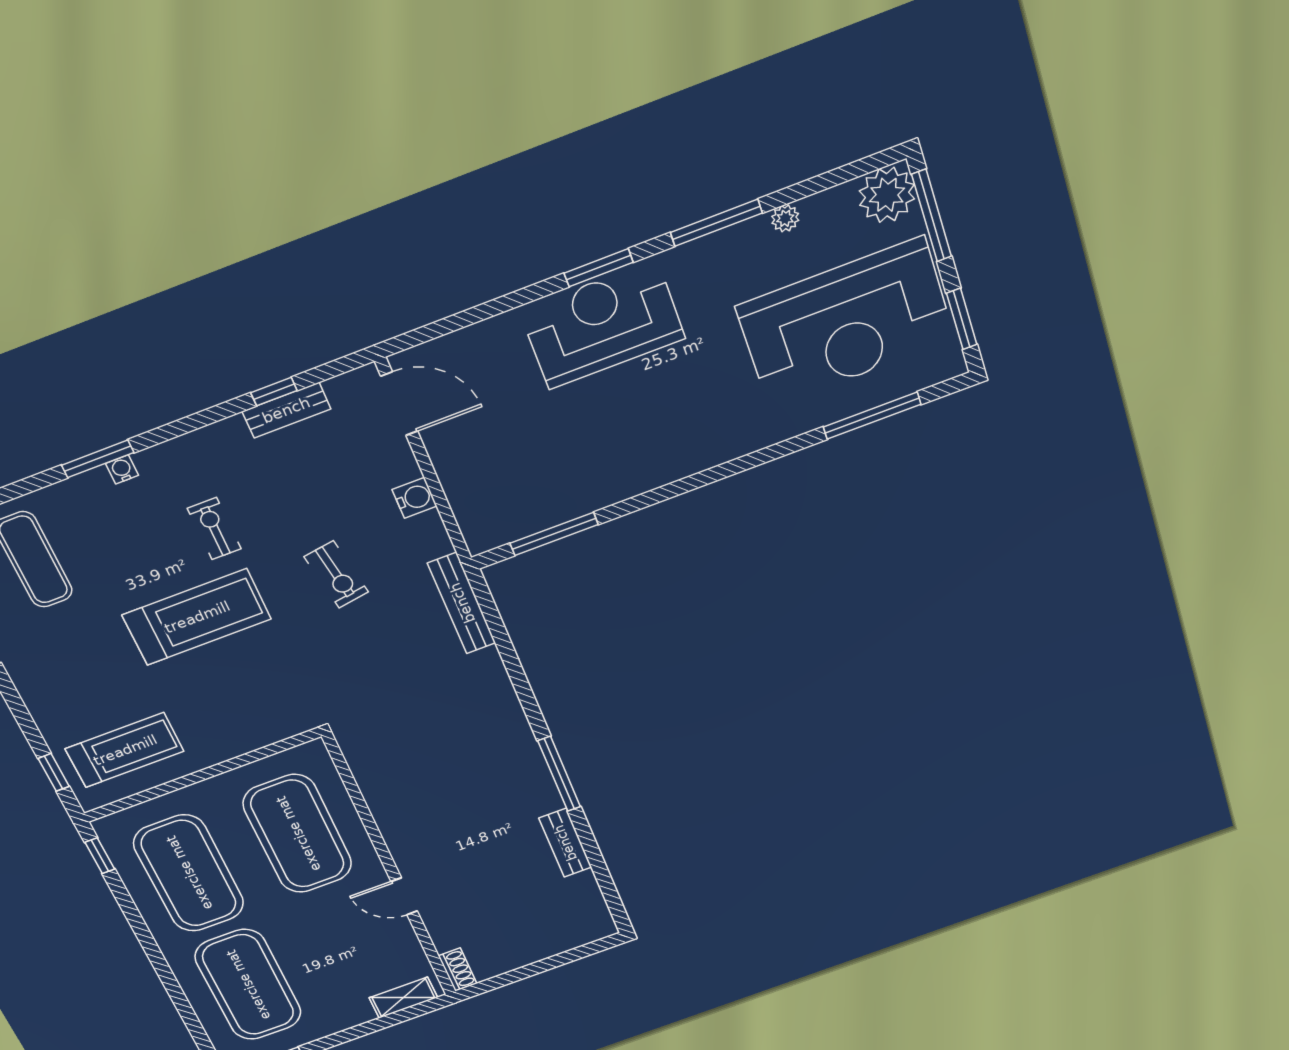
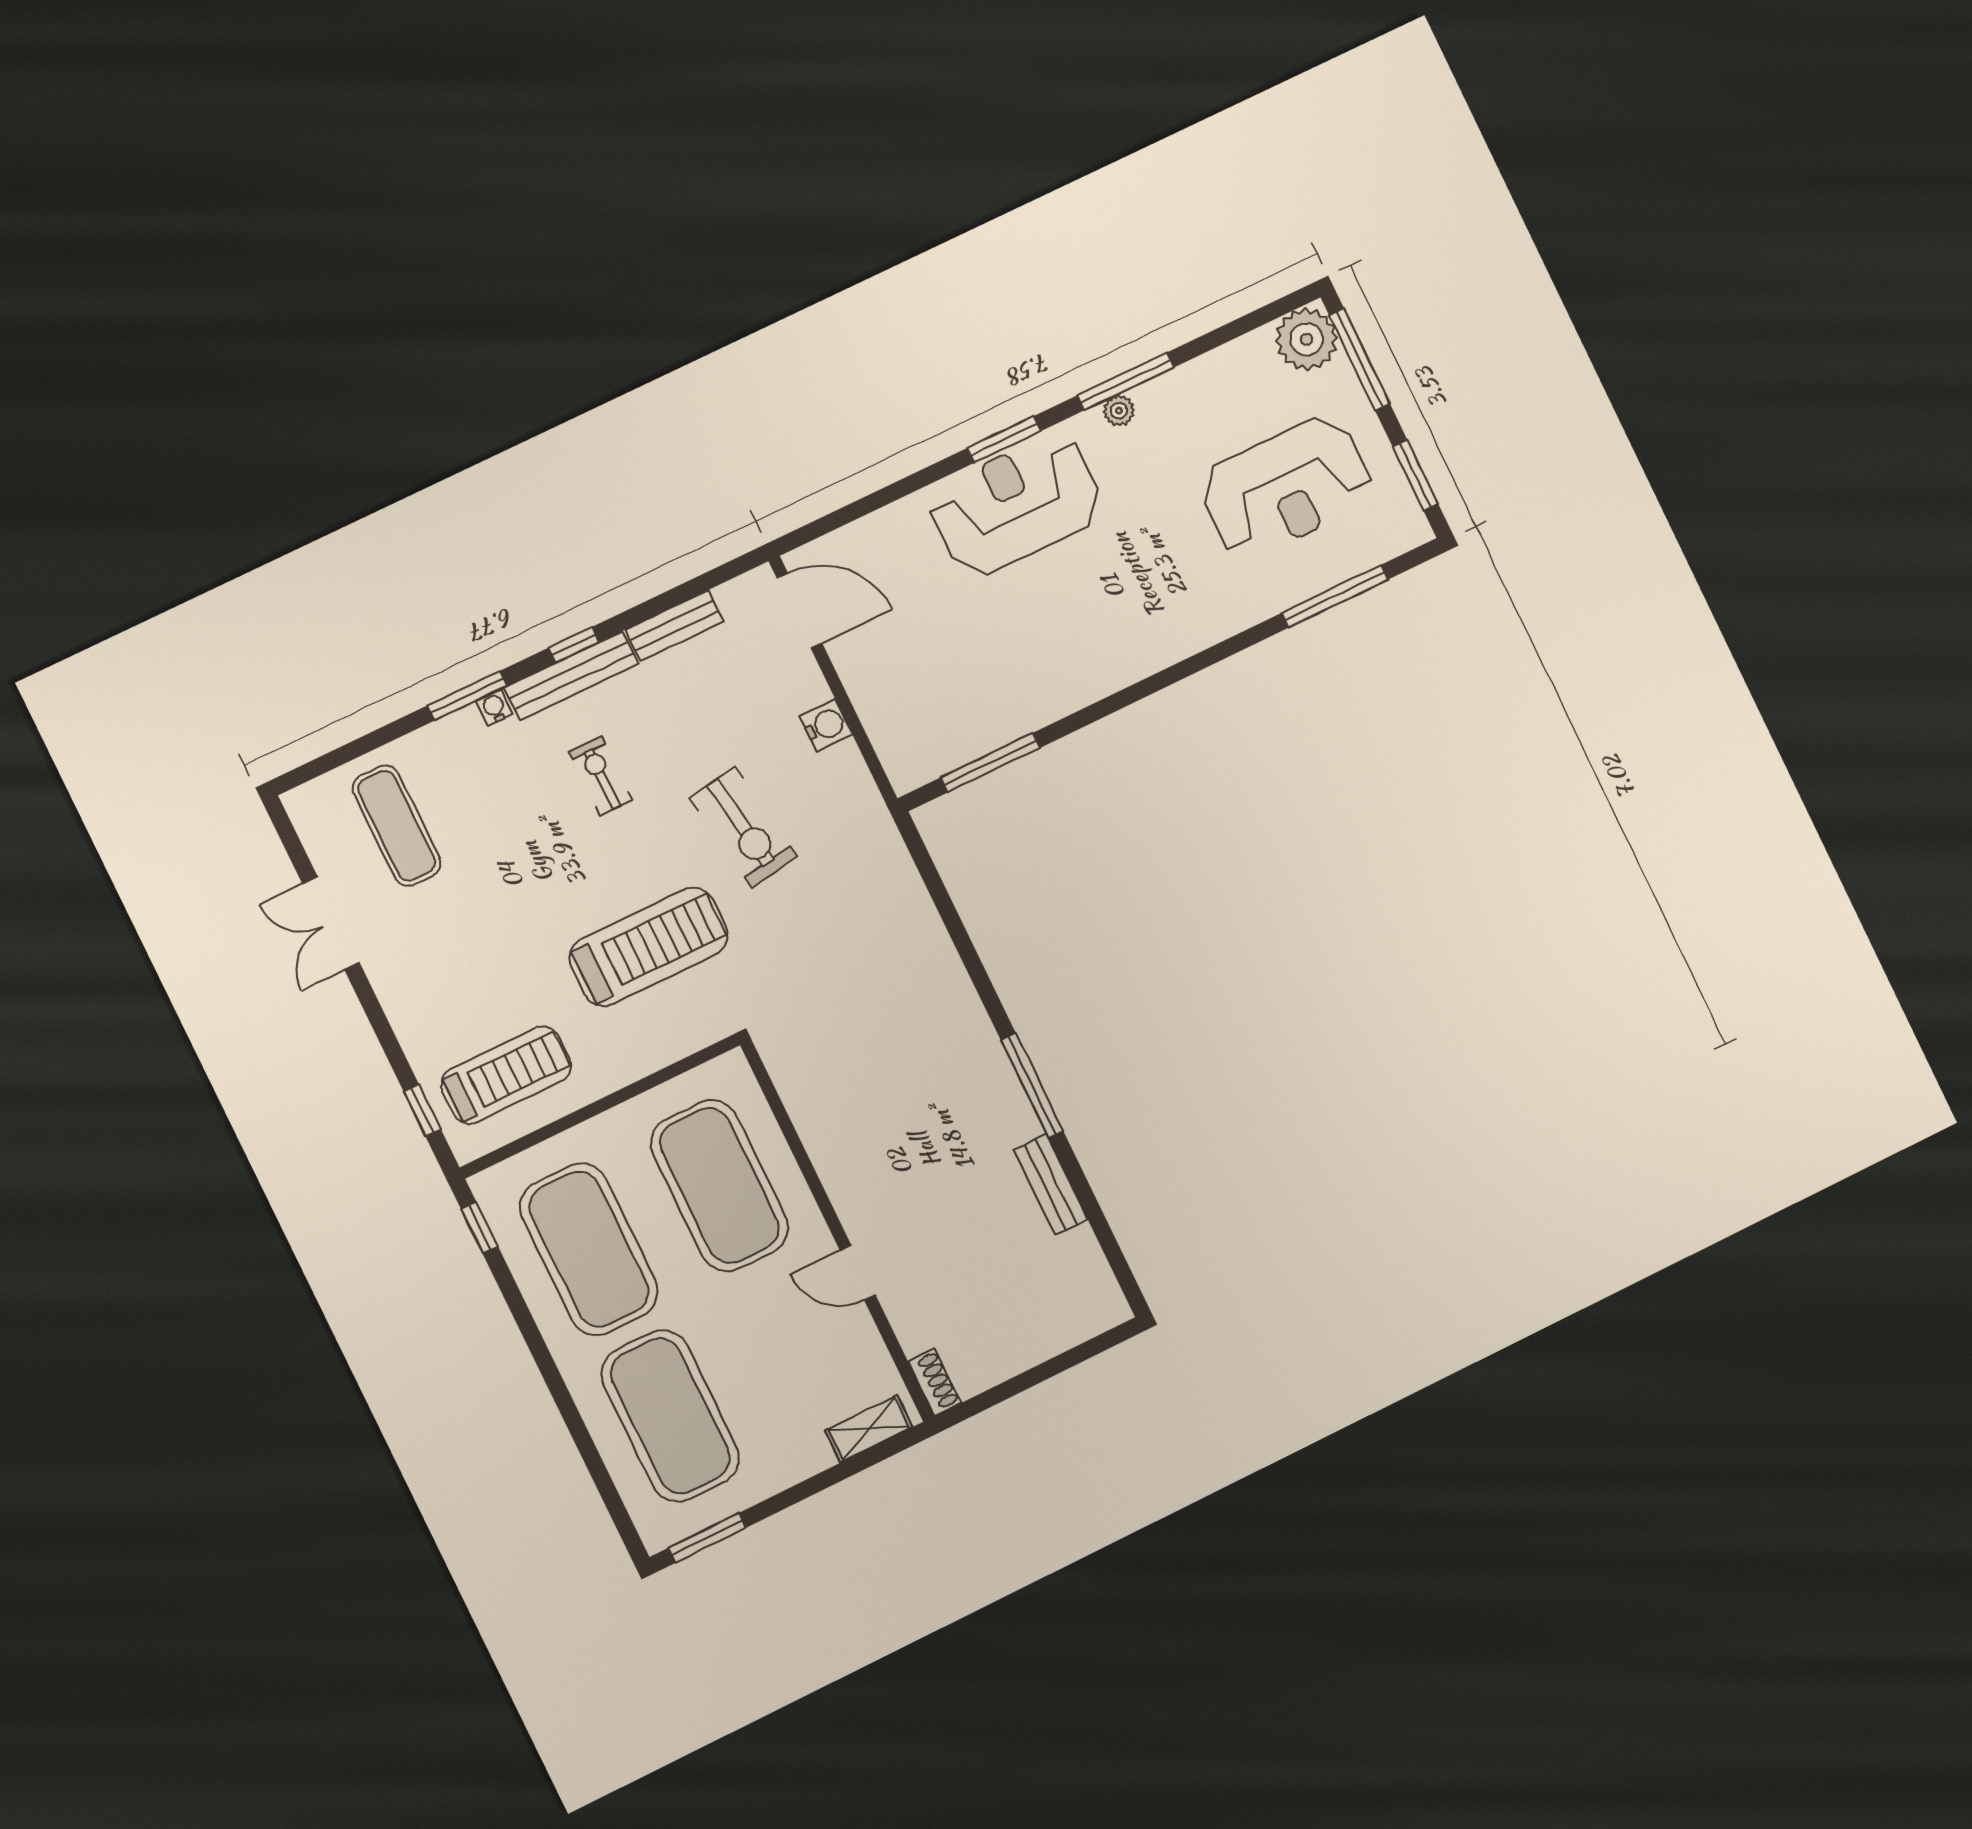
plant: (785, 218) -> (1119, 411), moved
reception desk: (846, 323) -> (1286, 487), width x0.74, depth x0.77
window: (274, 392) -> (574, 645), moved
exercise bike: (336, 574) -> (744, 827), width x1.38, depth x1.39
bench: (462, 603) -> (571, 676), moved, turned 90
treadmill: (197, 617) -> (649, 947), moved

